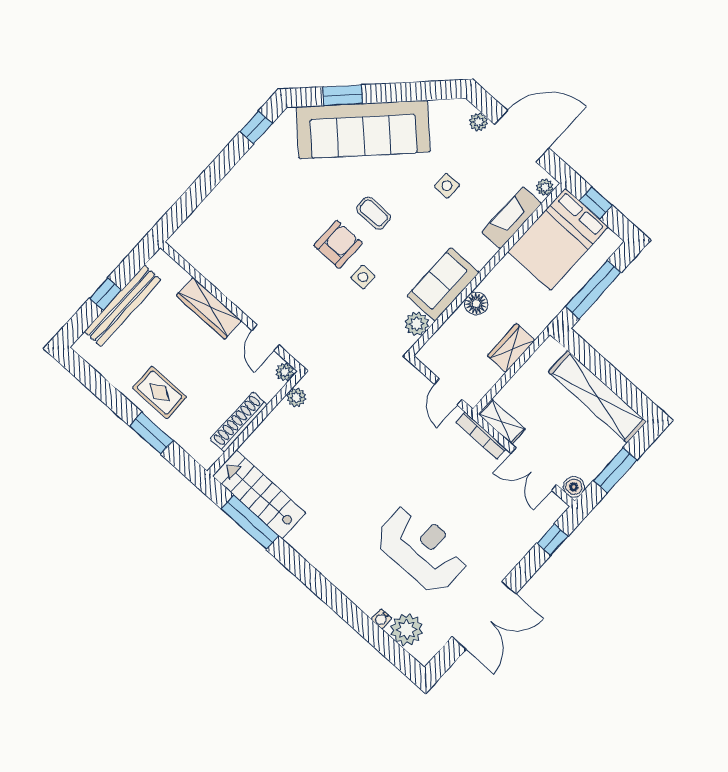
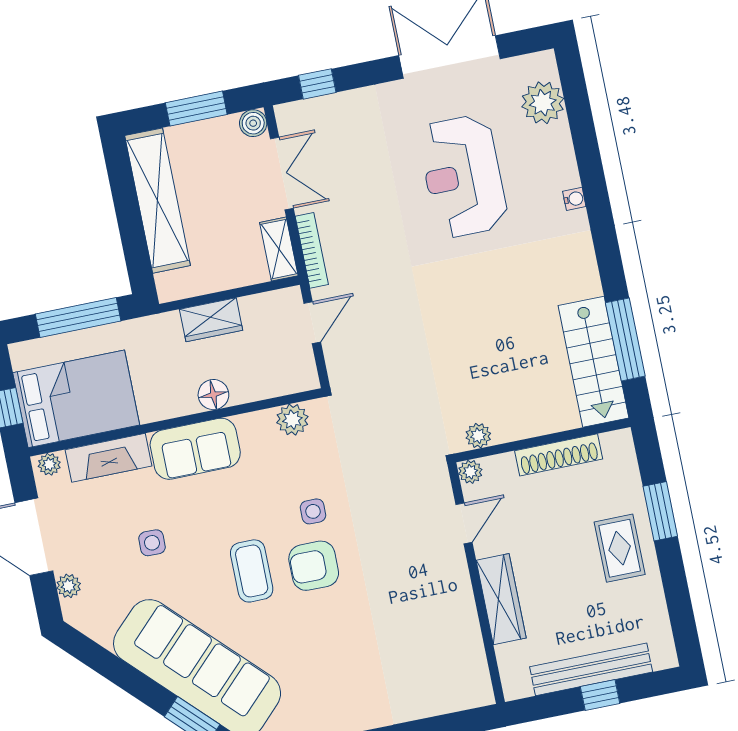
coffee table: (374, 213) -> (252, 571), width x1.36, depth x1.30
sofa: (443, 284) -> (195, 449), moved
water cooler: (382, 619) -> (574, 199), moved

